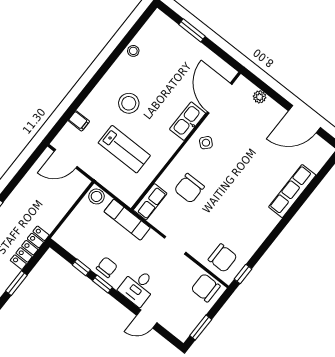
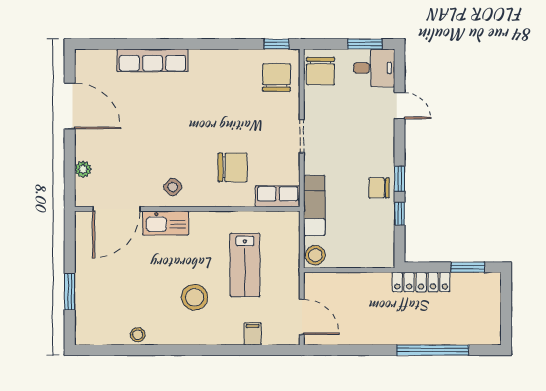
lab bench: (124, 149) -> (245, 265), turned 180
desk: (138, 287) -> (374, 68), moved

